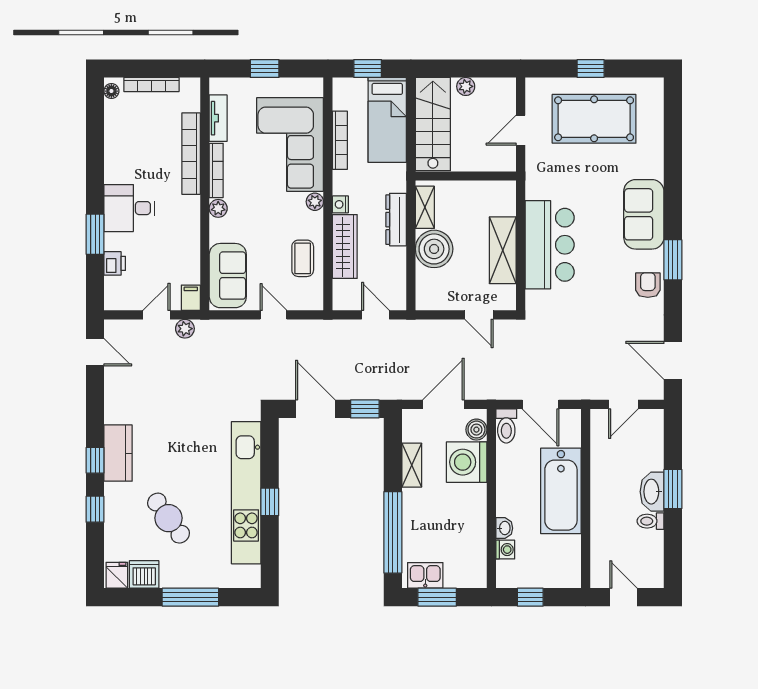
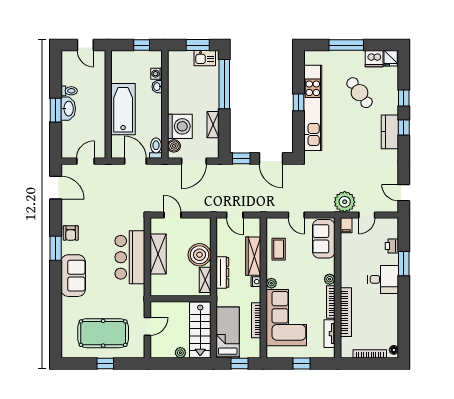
plant: (185, 329) -> (345, 202), width x1.87, depth x1.87

